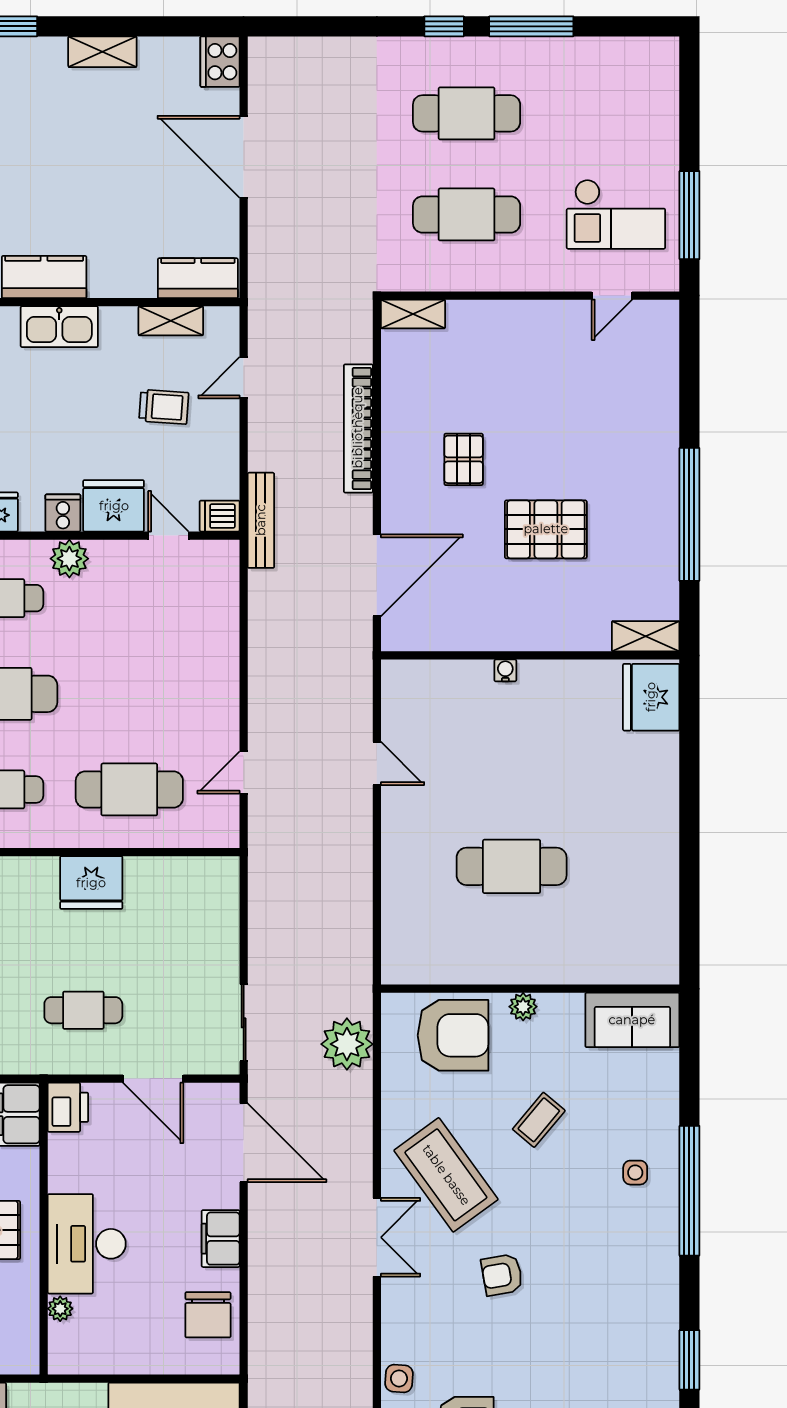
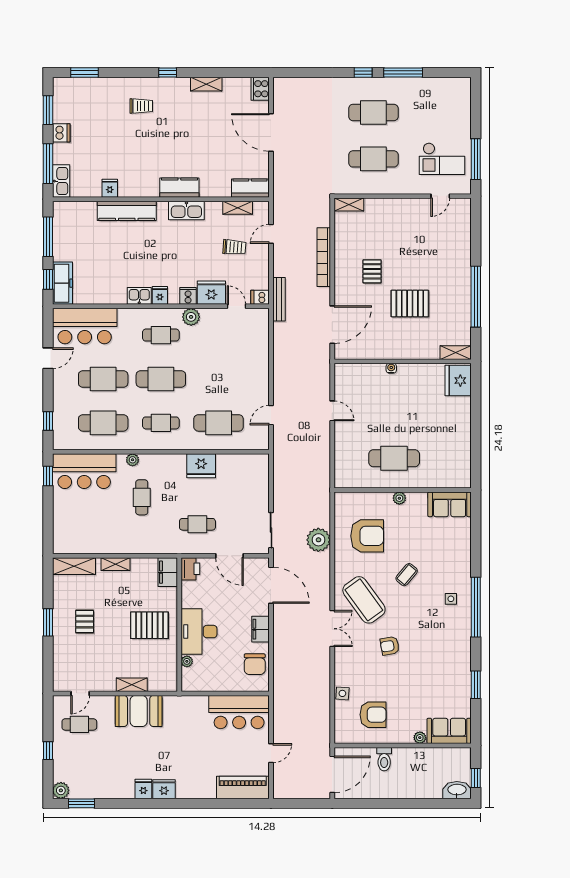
wall: (530, 989) -> (403, 490), moved
plant: (523, 1007) -> (399, 498), moved
sofa: (632, 1020) -> (450, 504), moved

